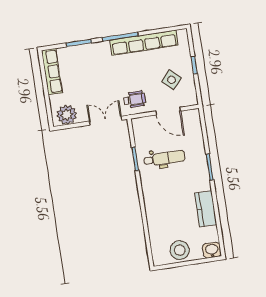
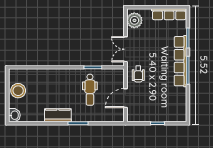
row of seats: (144, 43) -> (180, 61), moved
side table: (172, 80) -> (149, 104), removed
double door: (106, 121) -> (125, 49), swing flipped
kitchen counter: (206, 209) -> (58, 115), moved

